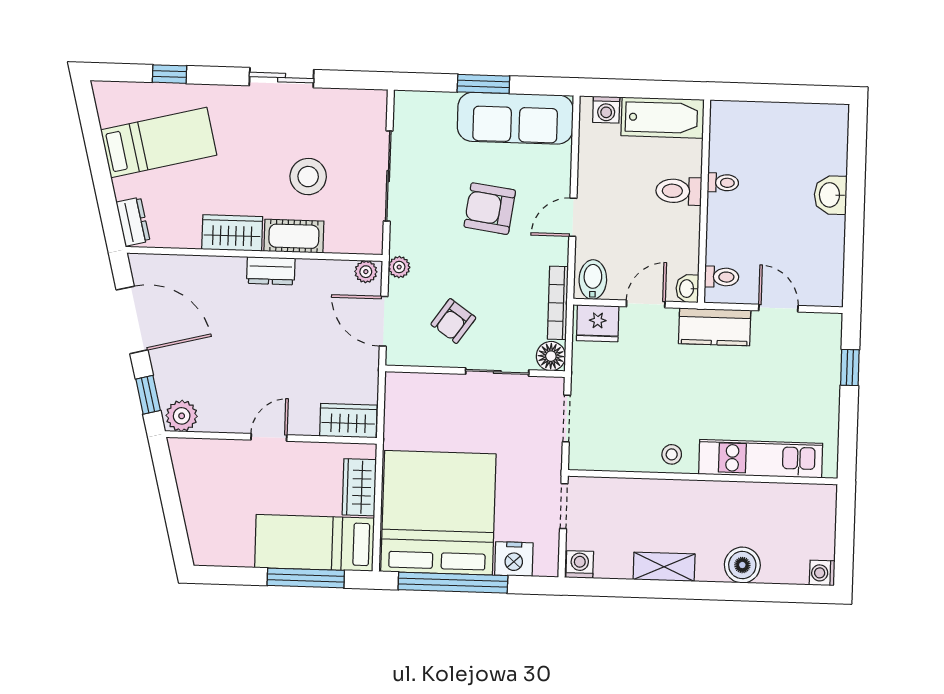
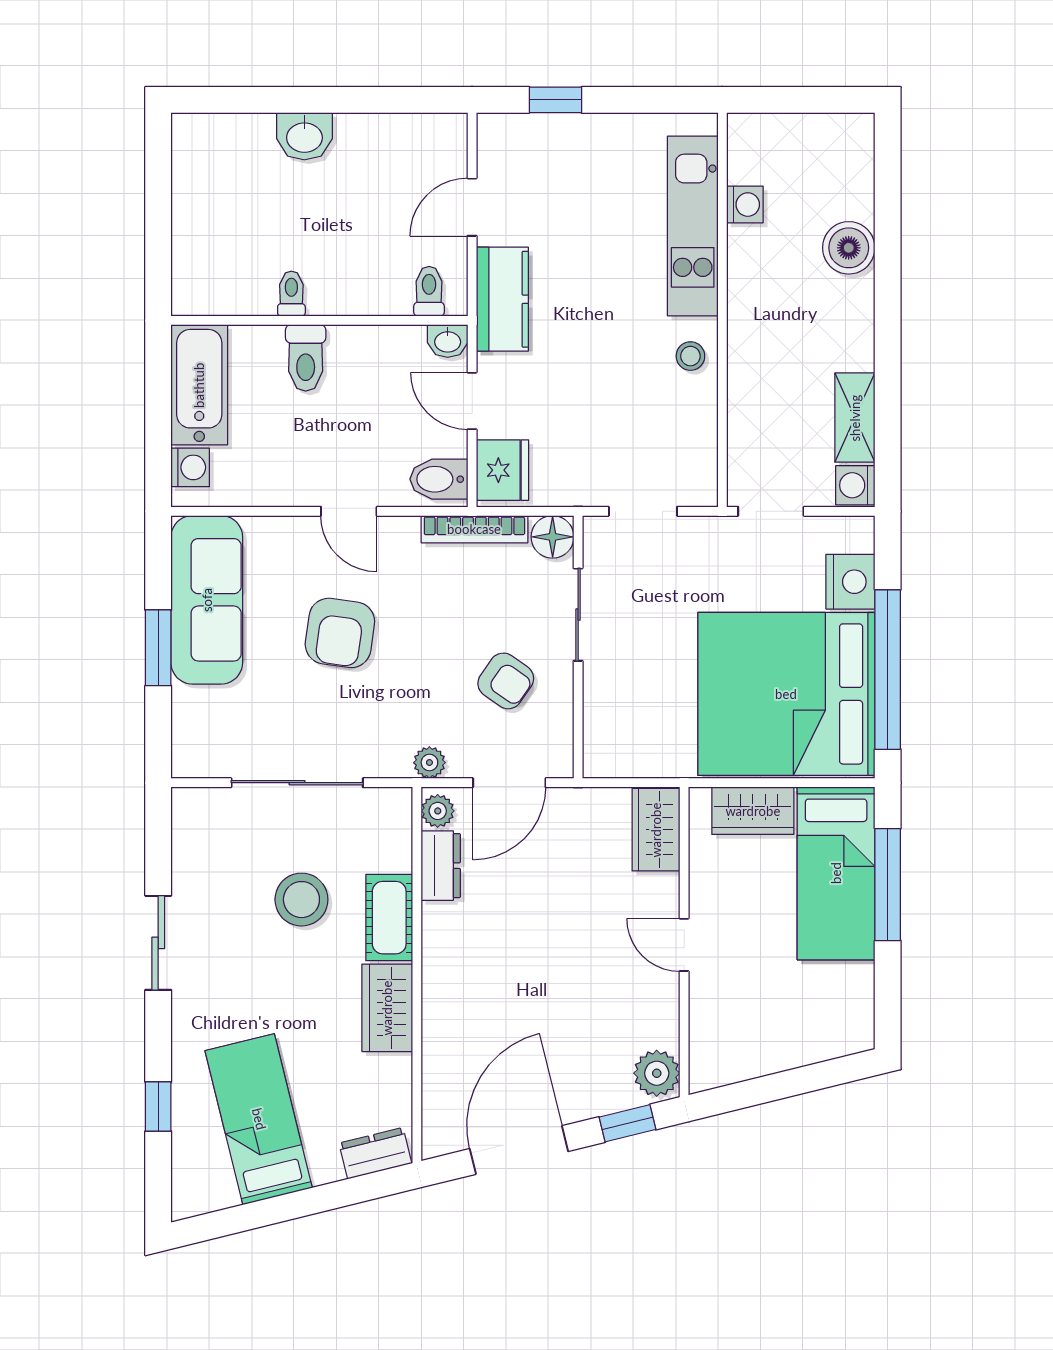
dresser: (271, 271) -> (441, 866), moved
shelving: (664, 567) -> (855, 418), moved
washing machine: (822, 573) -> (745, 205), moved, turned -90

